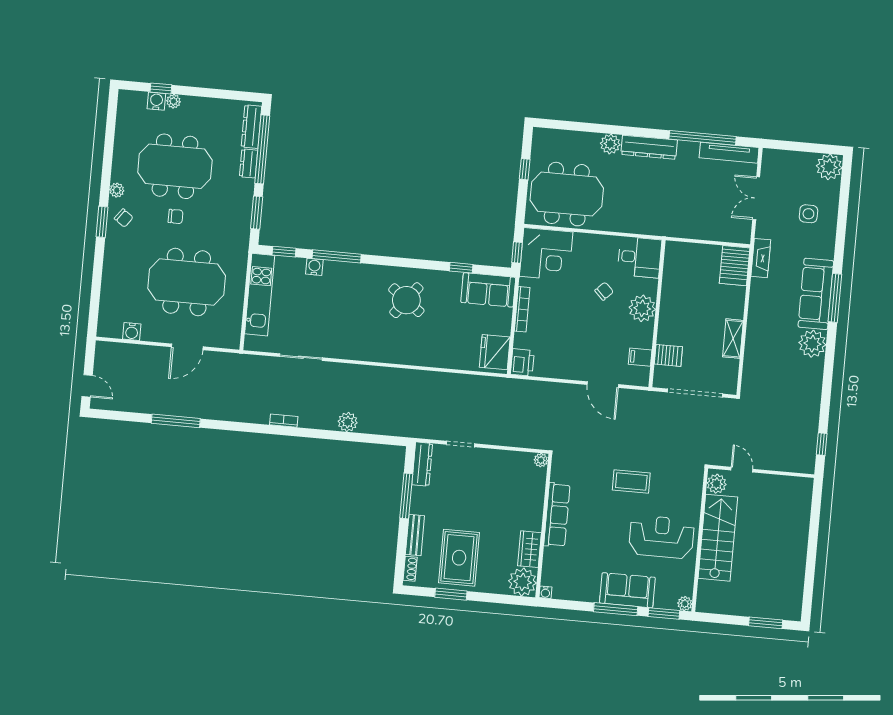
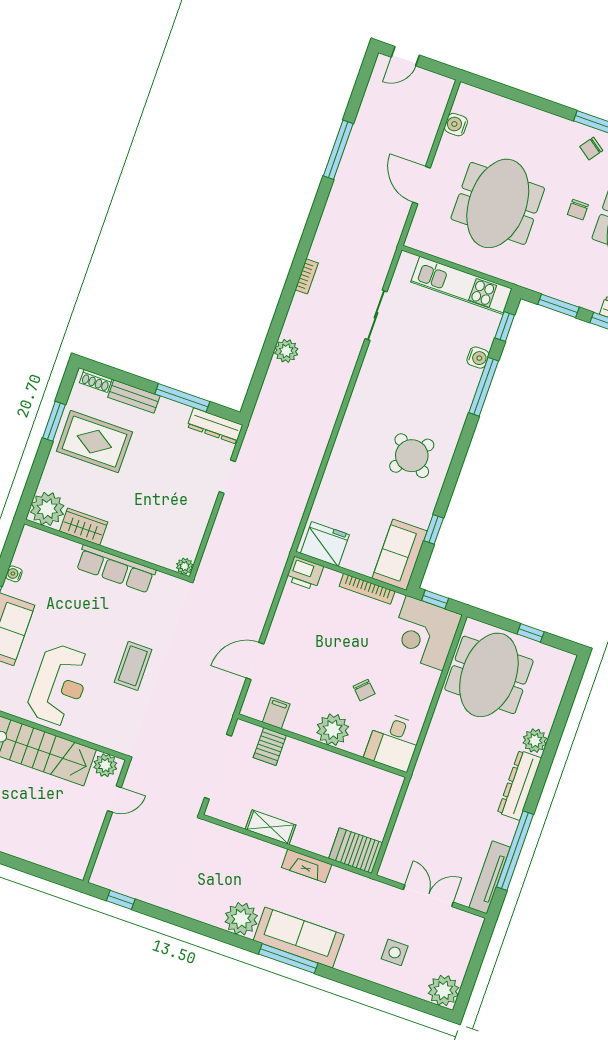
fireplace: (761, 258) -> (307, 866), moved
water cooler: (545, 592) -> (14, 574), moved

